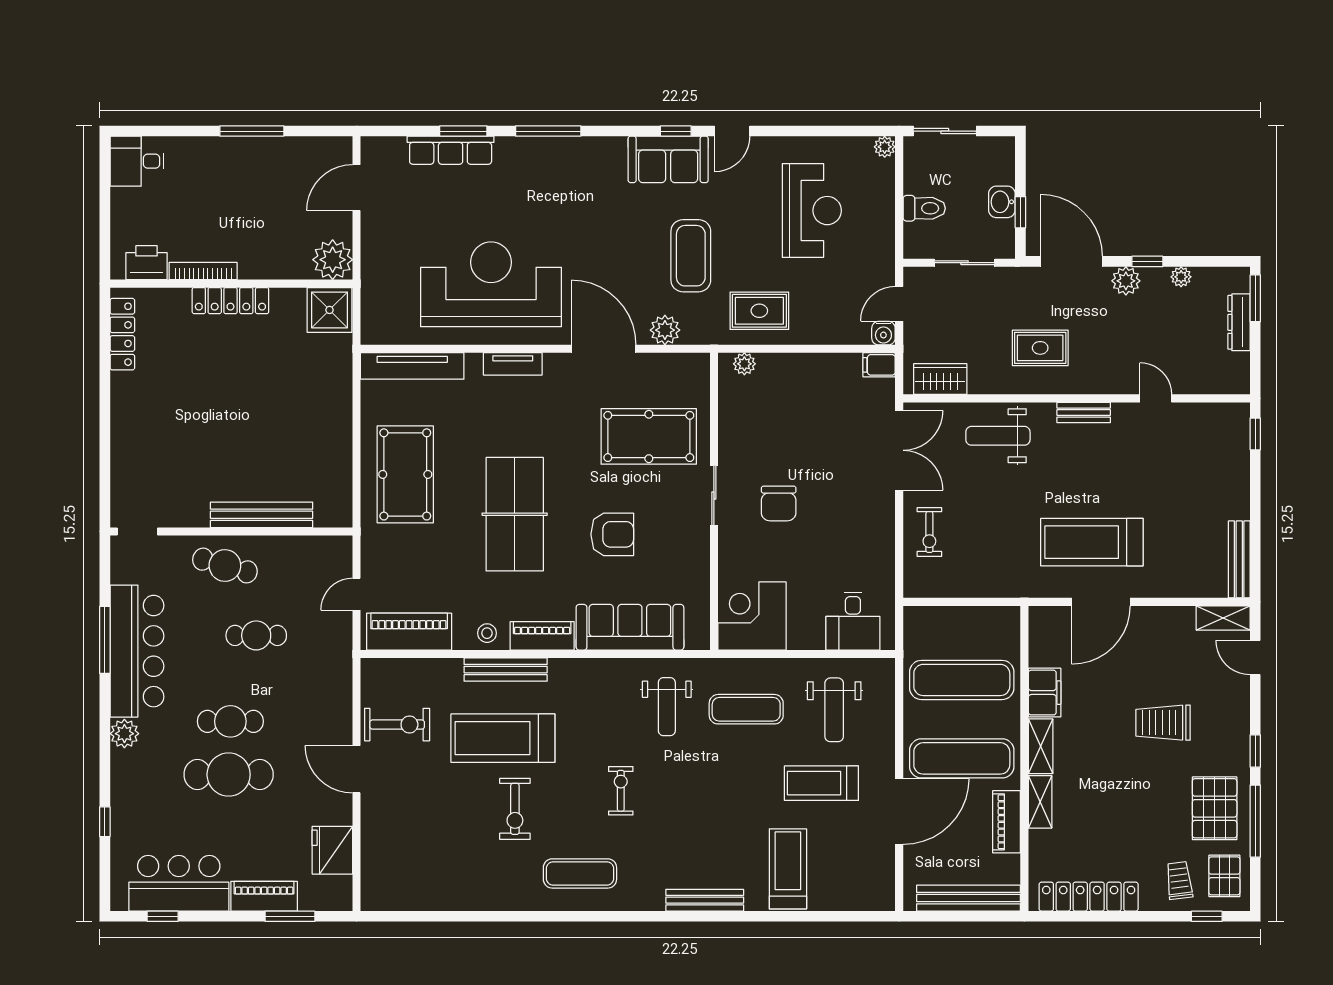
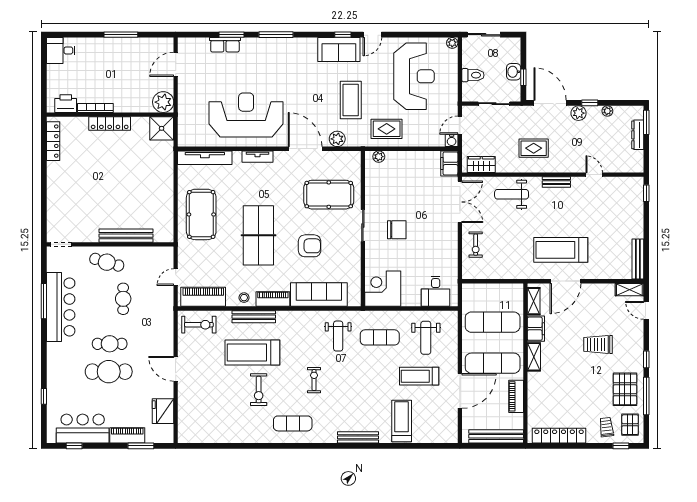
row of seats: (451, 150) -> (225, 45), width x0.68
reception desk: (812, 211) -> (414, 76), width x1.36, depth x1.30
filing cabinet: (879, 365) -> (449, 163), width x2.00
chair: (779, 503) -> (397, 230), turned -90
cafe table: (256, 635) -> (123, 299), turned 90
exercise bike: (397, 725) -> (199, 325), moved
plant: (124, 734) -> (54, 350), removed
shelving: (1040, 802) -> (534, 301), moved

